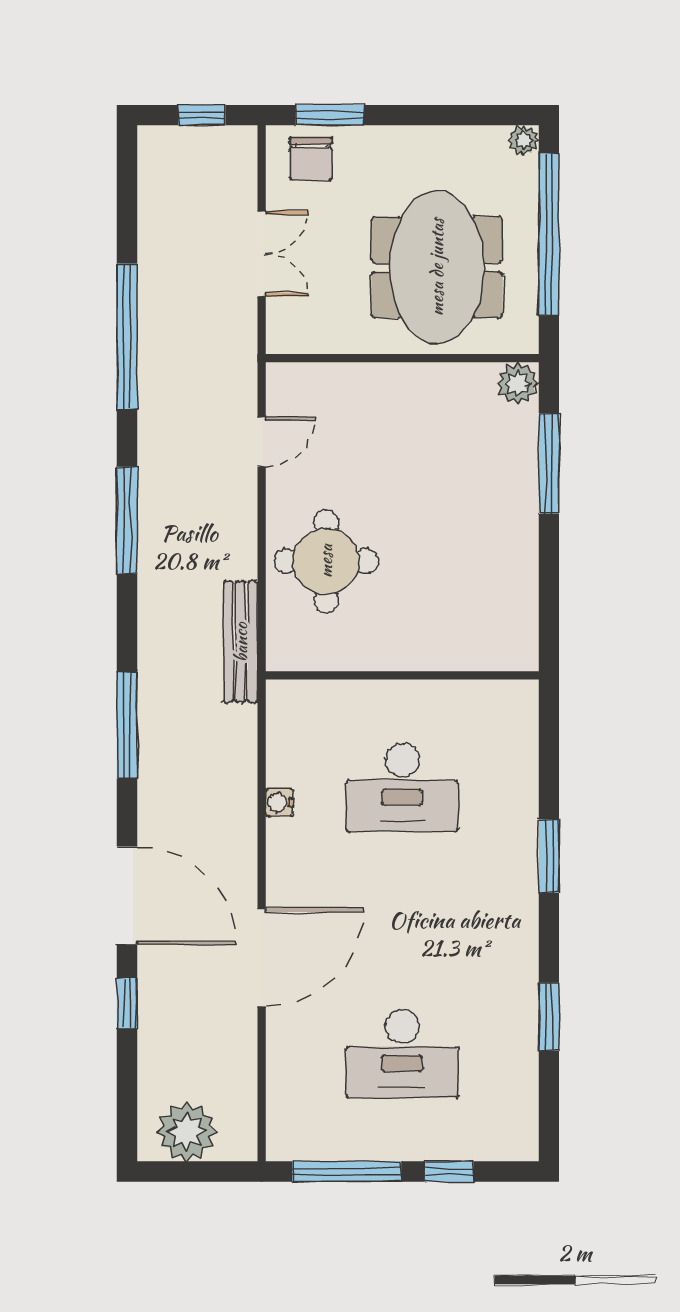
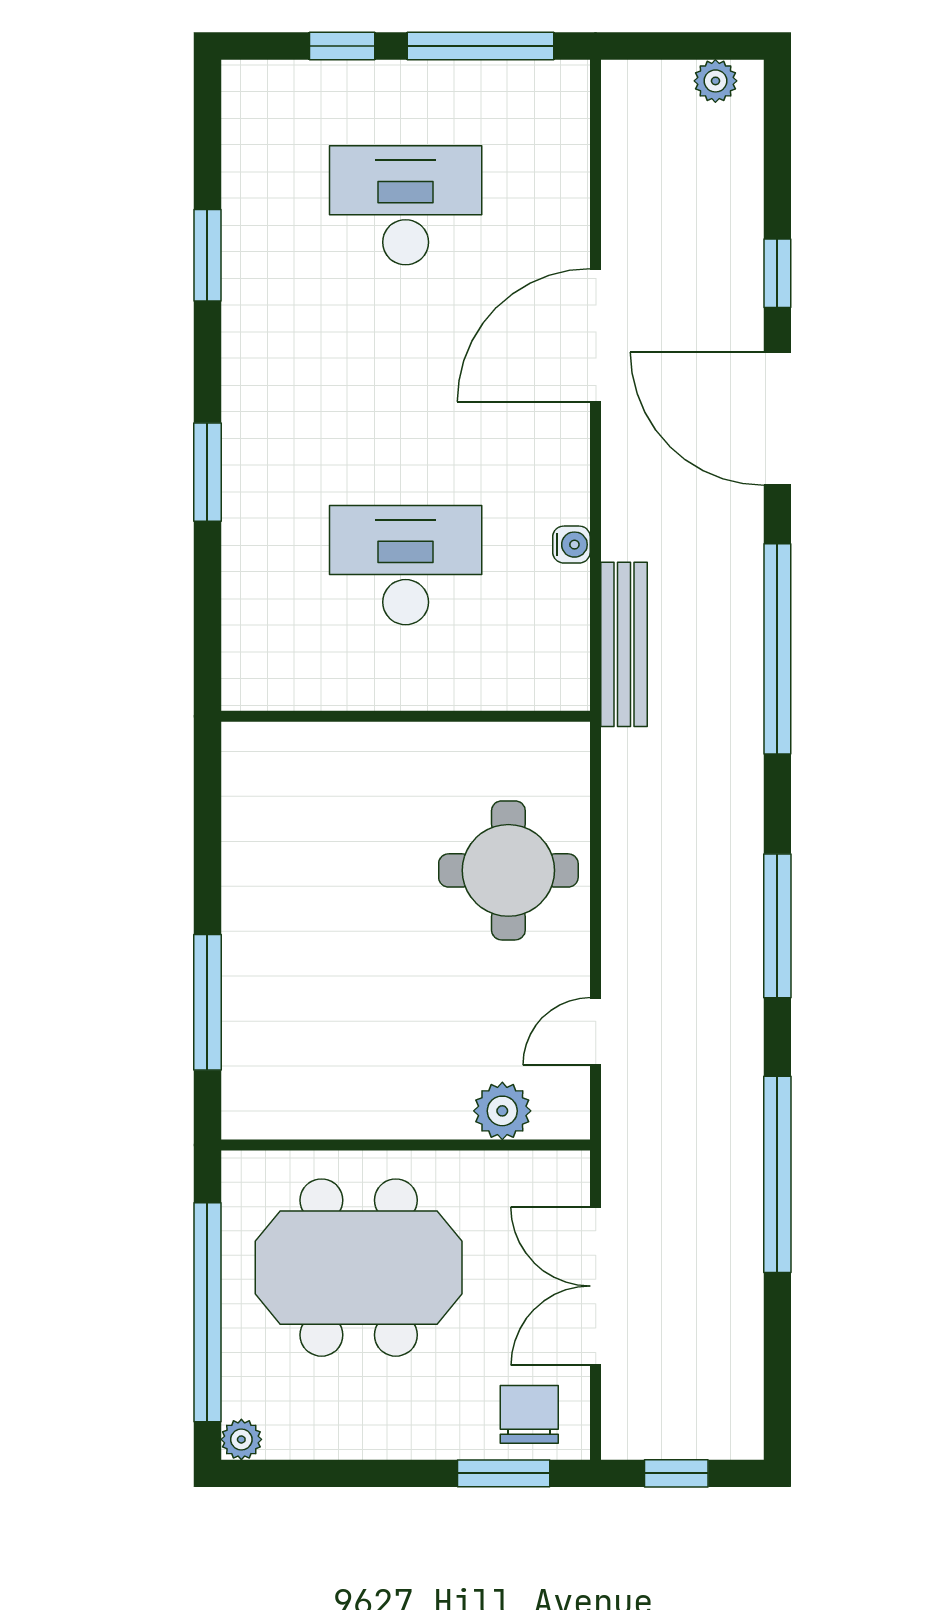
double door: (262, 254) -> (596, 1286), width x1.37
meeting table: (437, 267) -> (359, 1268), turned 90
plant: (518, 383) -> (502, 1111), moved
bench: (241, 642) -> (624, 644), moved
window: (127, 725) -> (777, 649), width x1.46
plant: (187, 1132) -> (715, 81), width x0.53, depth x0.53

